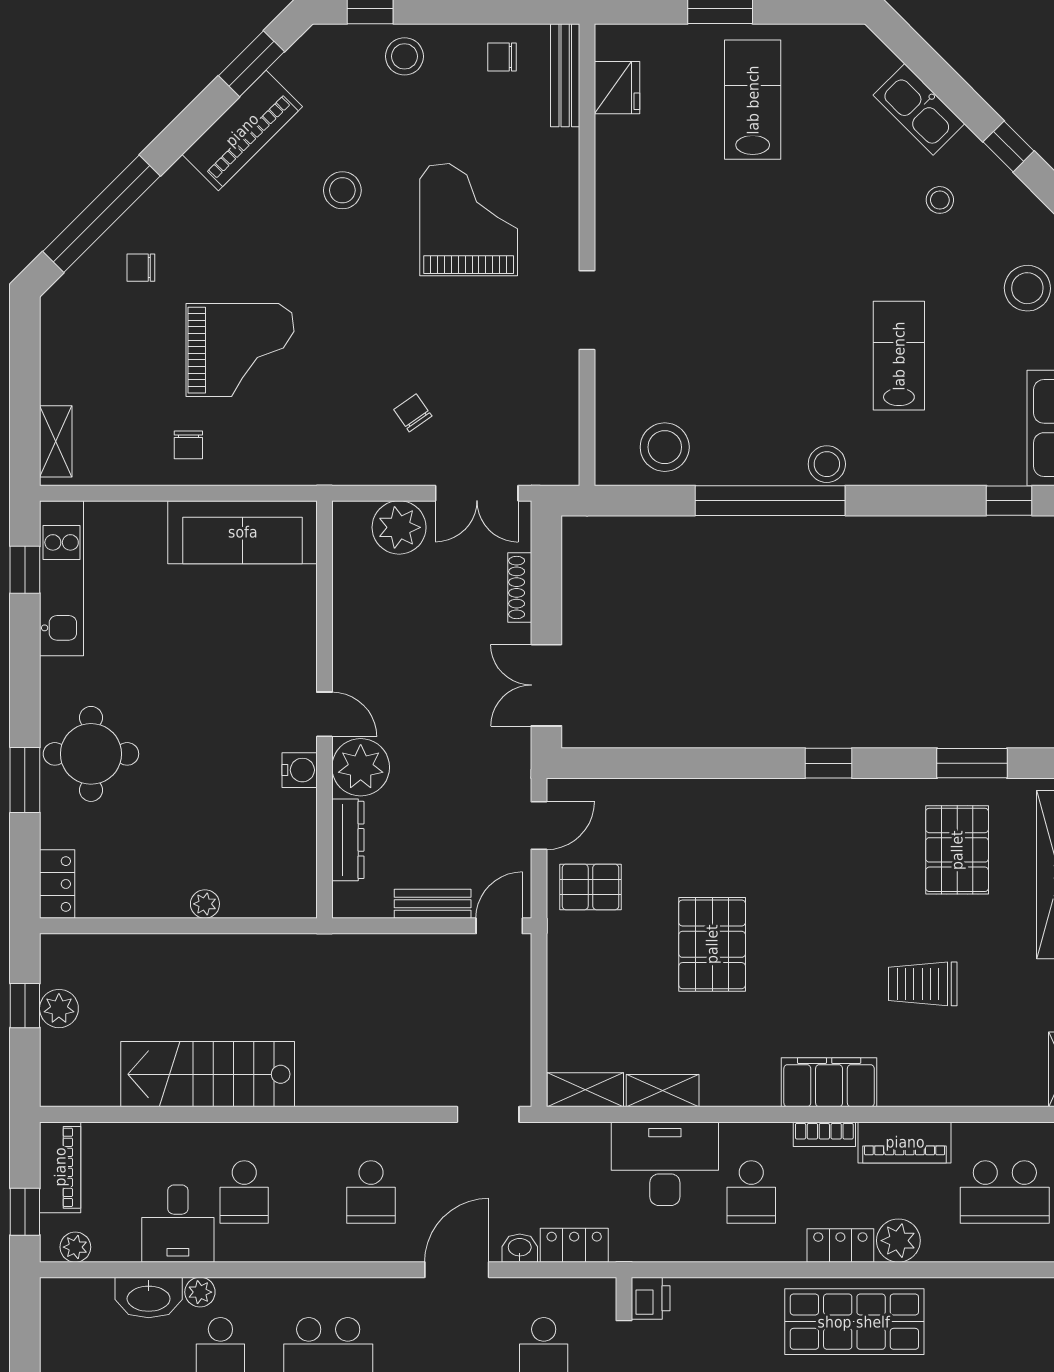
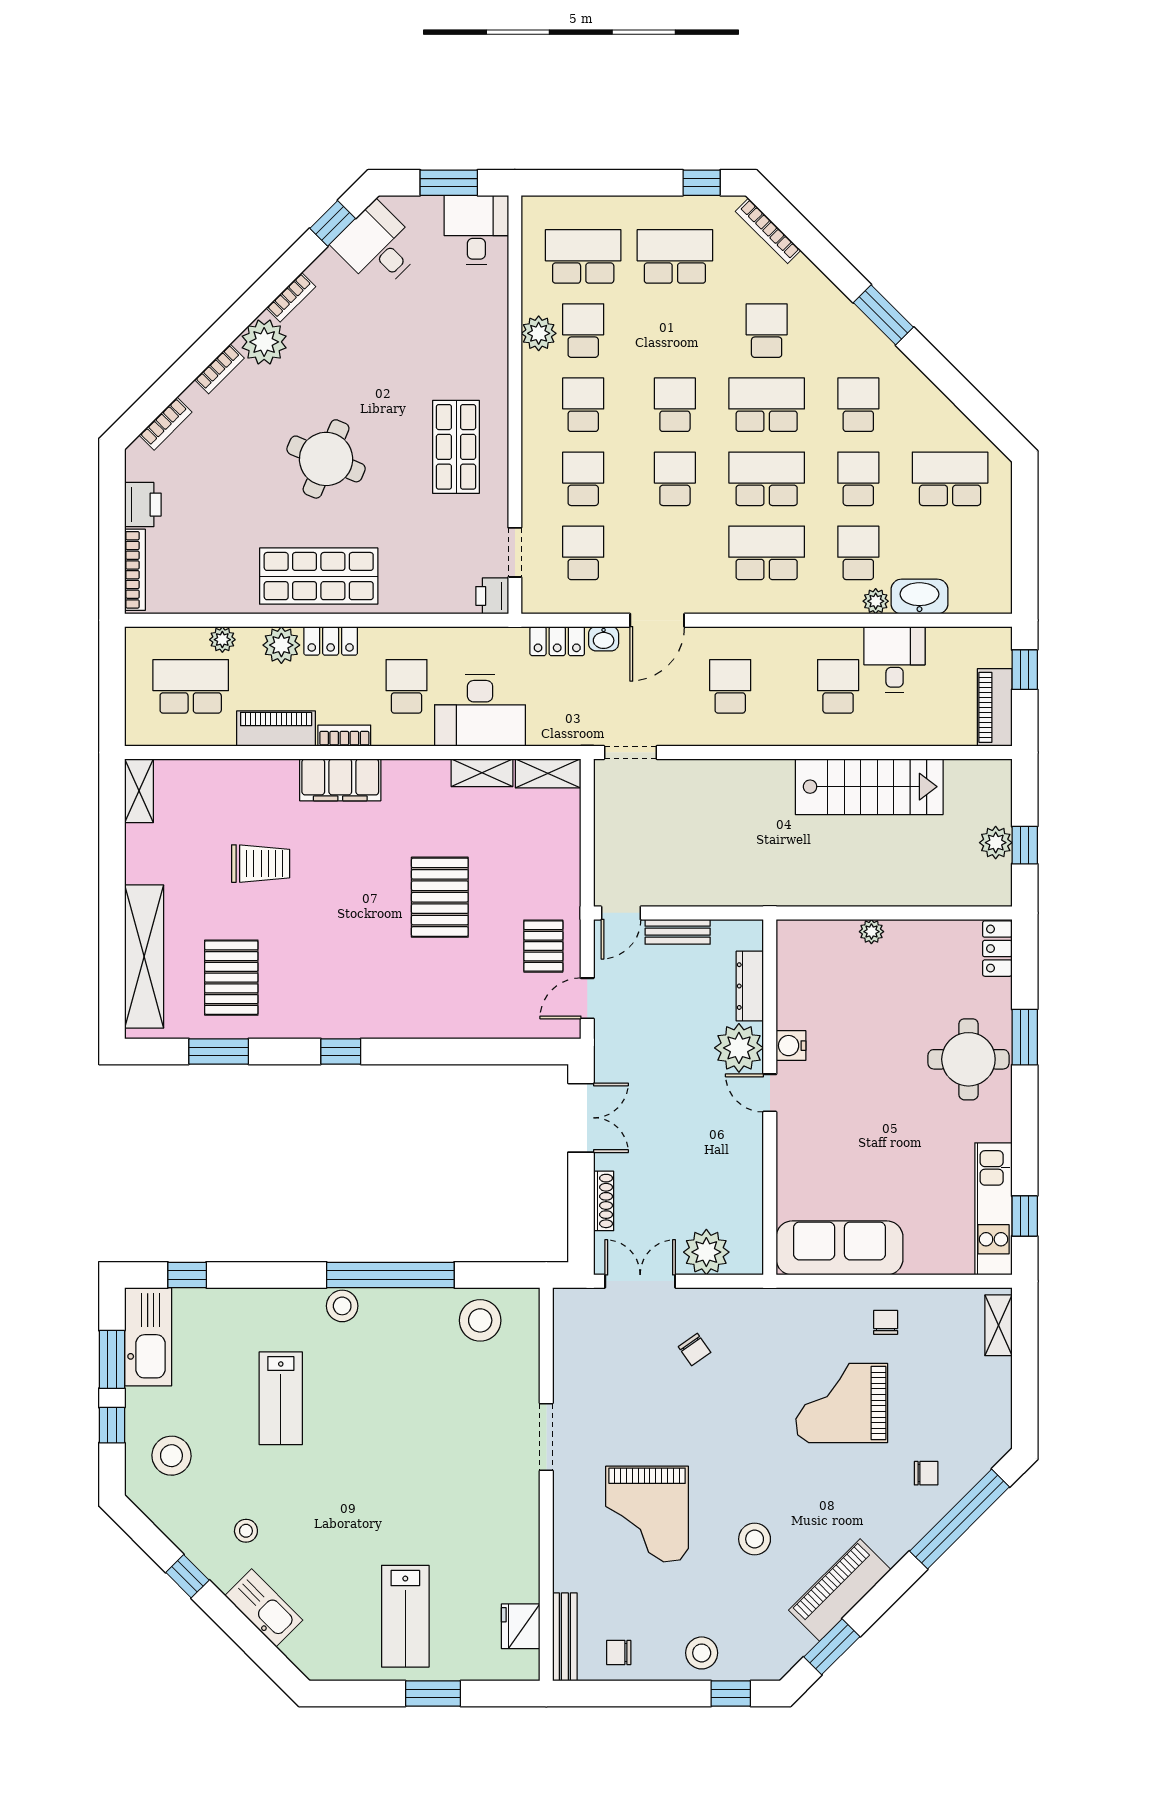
chair: (502, 57) -> (619, 1652), turned 180
pallet: (590, 887) -> (543, 946), turned 90
plant: (75, 1247) -> (222, 640), moved

